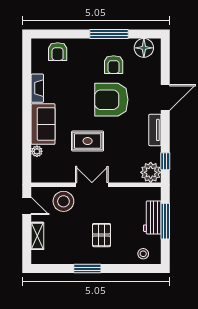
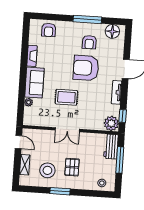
double door: (92, 185) -> (67, 130), swing flipped
stool: (63, 201) -> (47, 170), moved
workbench: (152, 217) -> (111, 147), moved

